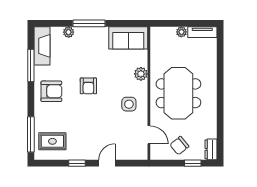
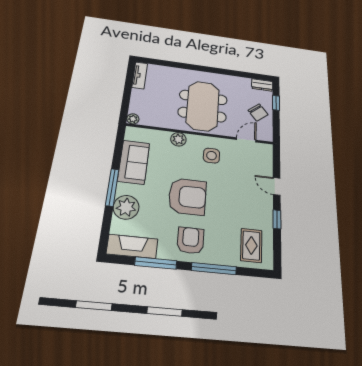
plant: (69, 32) -> (126, 207), width x1.87, depth x1.87
plant: (181, 32) -> (133, 119), moved
sofa: (128, 38) -> (134, 162), moved
armchair: (88, 86) -> (187, 197), width x1.88, depth x1.88
meeting table: (178, 93) -> (203, 106), turned 90
window: (31, 134) -> (214, 269), moved

